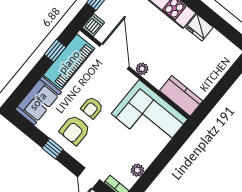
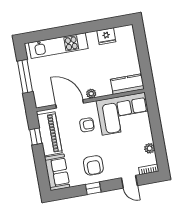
dishwasher: (93, 25) -> (40, 100), removed
fridge: (199, 27) -> (106, 36), moved
armchair: (92, 108) -> (87, 125), moved, turned -90

